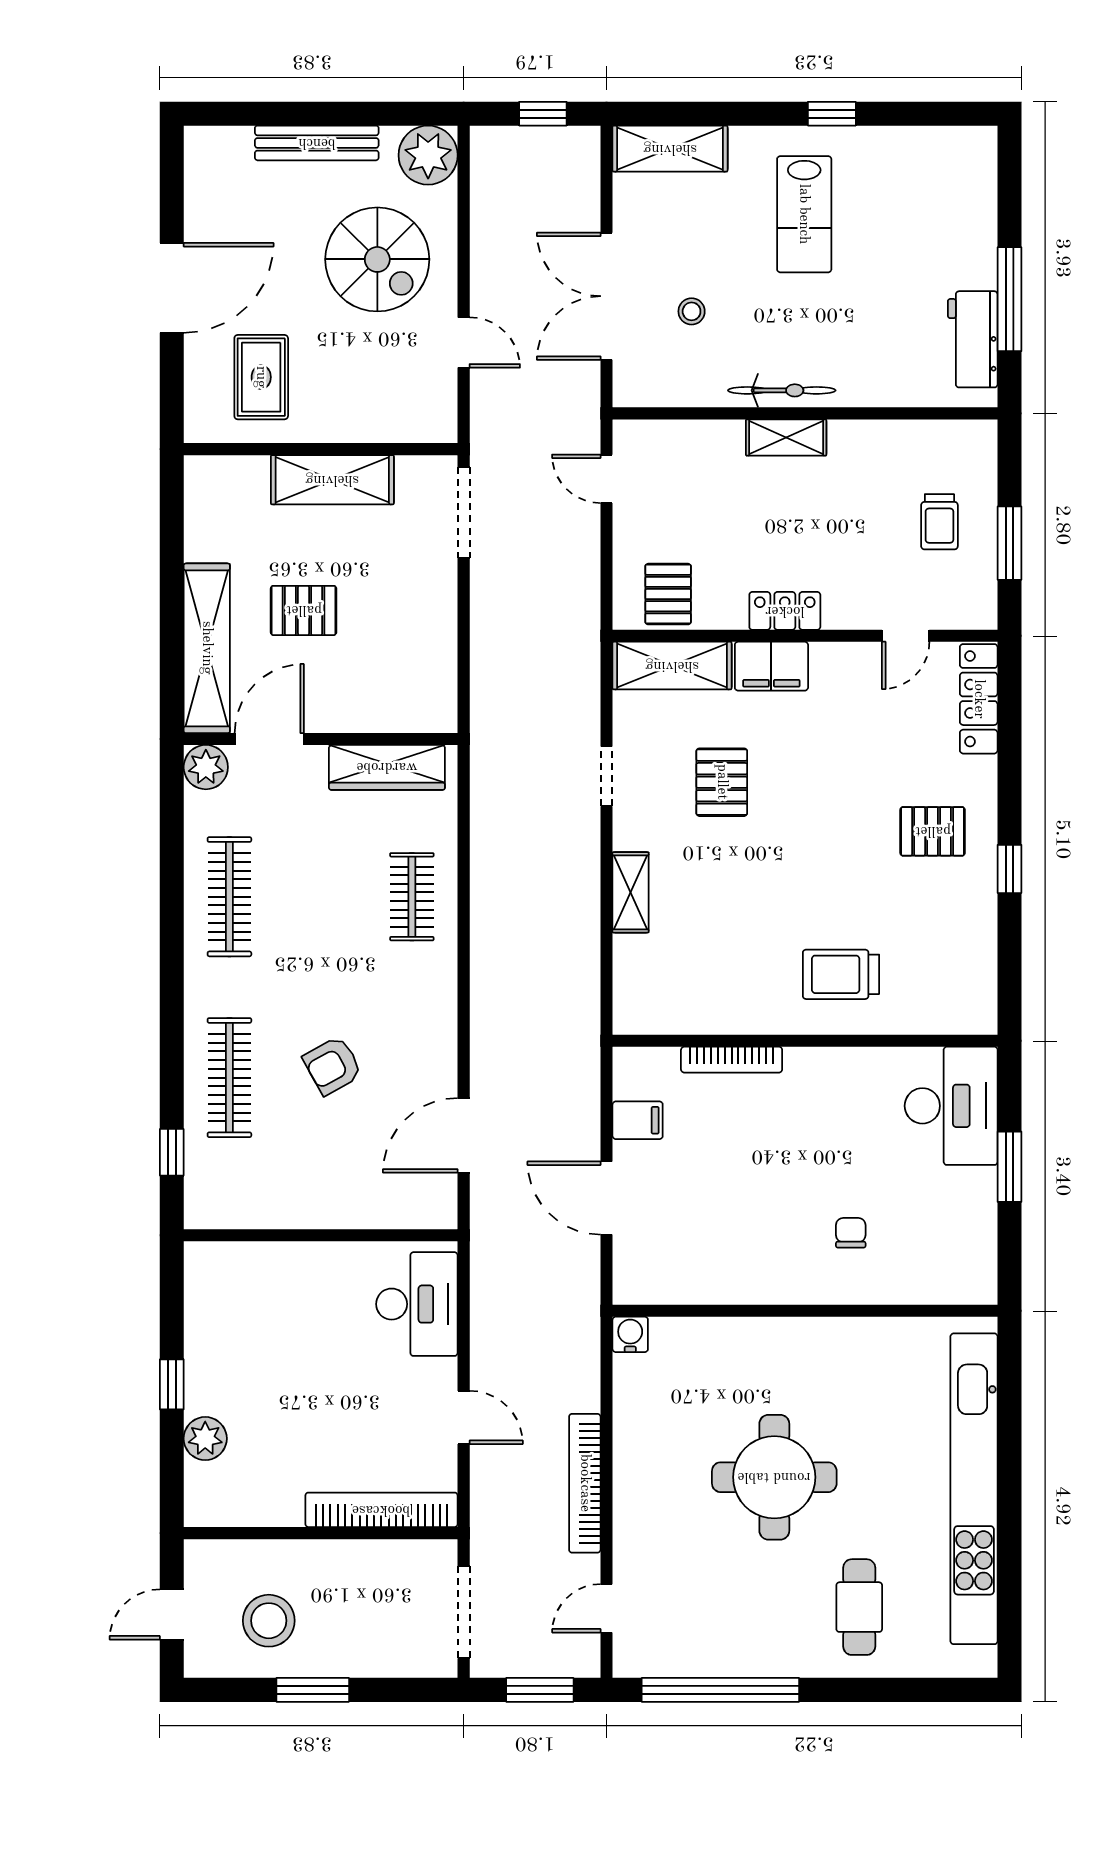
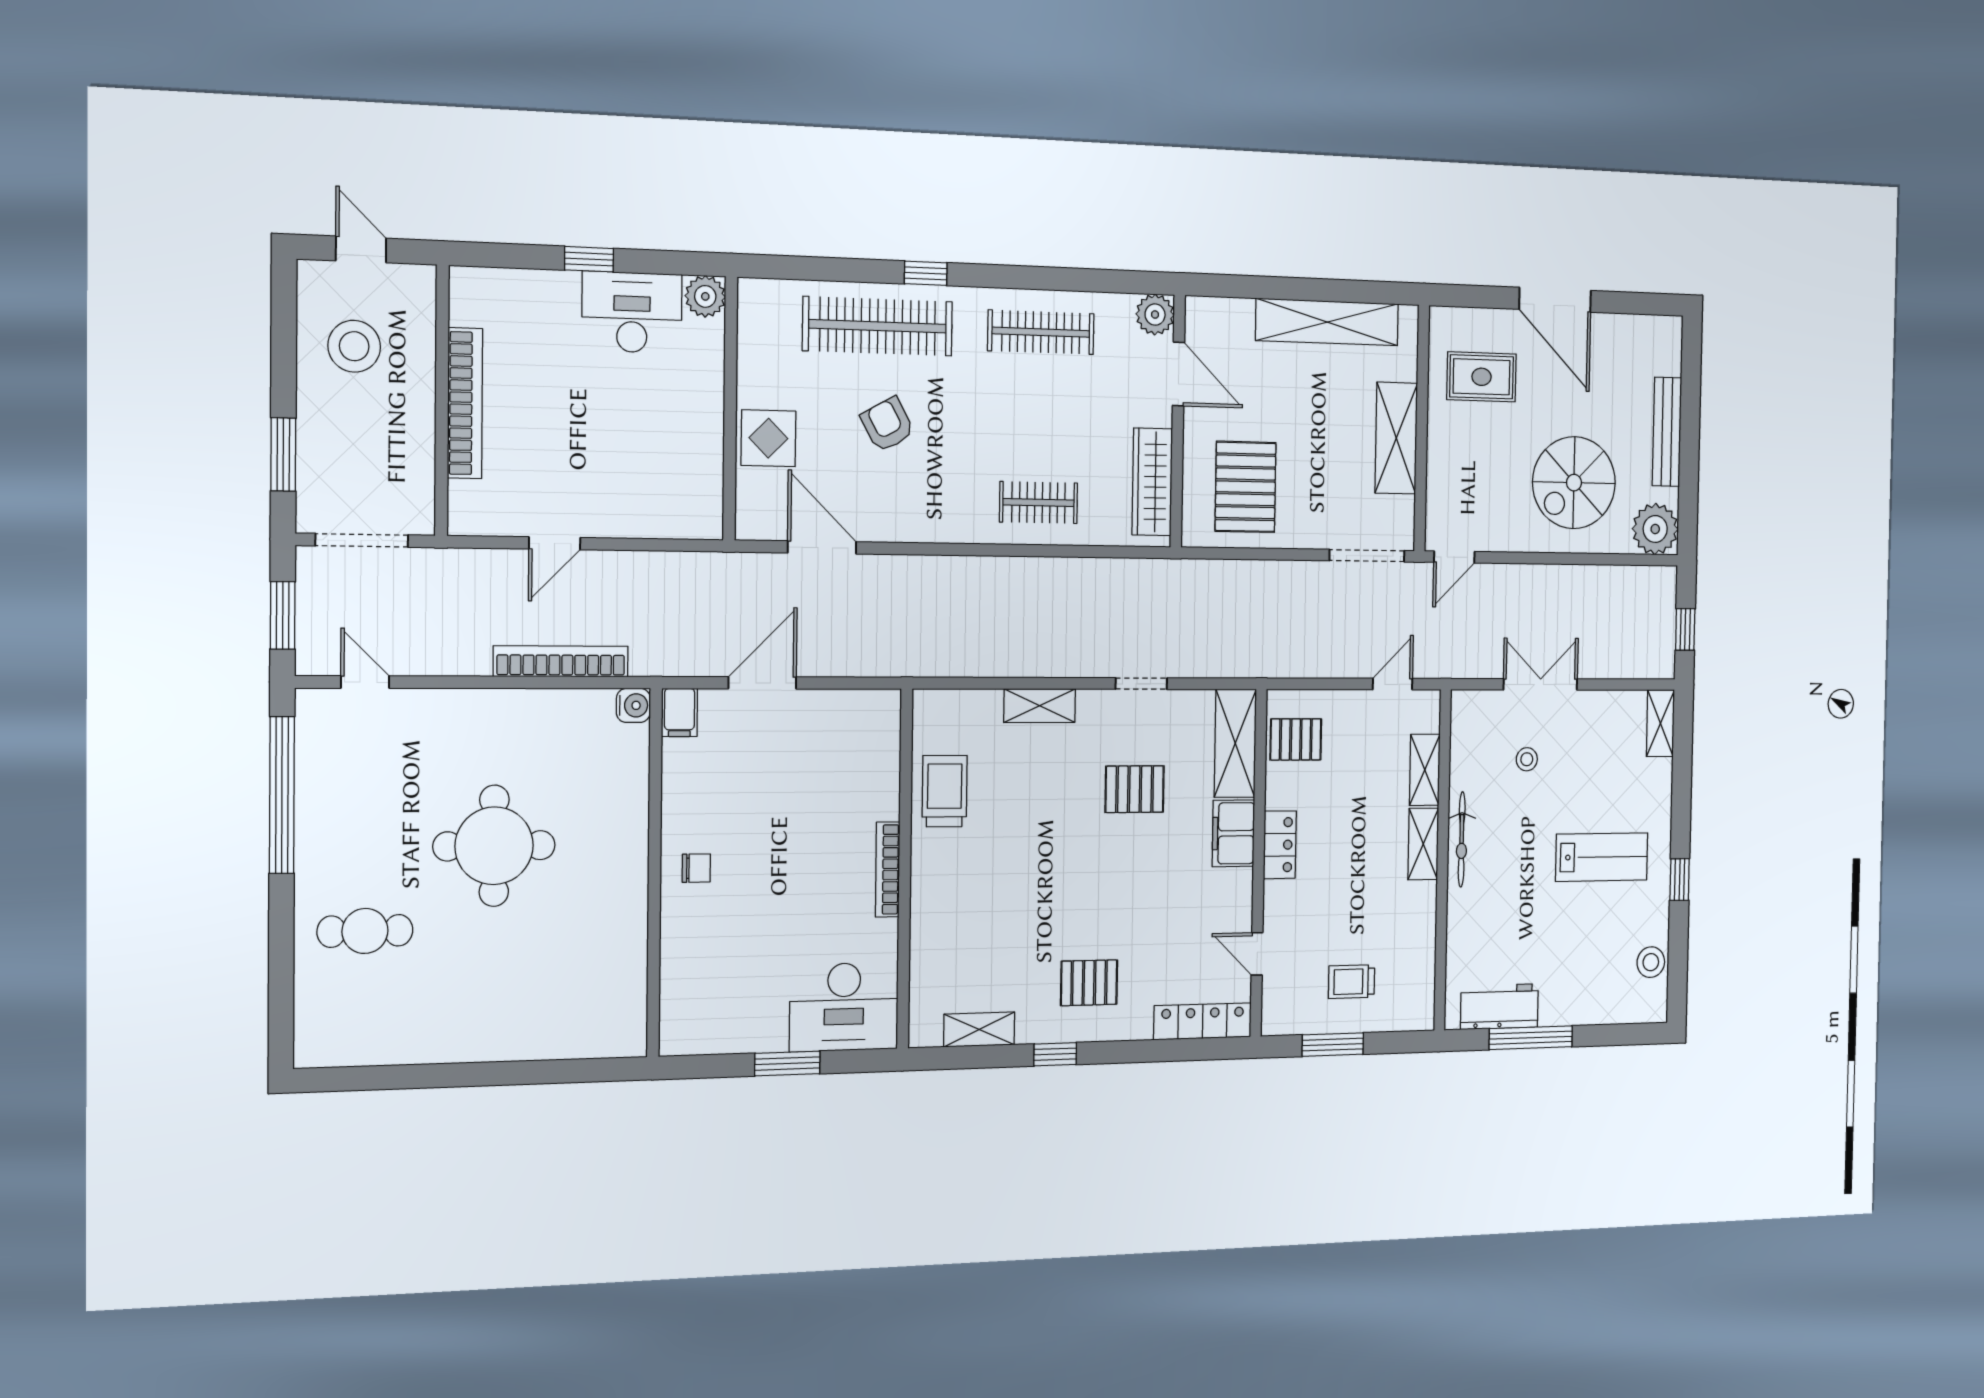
stool: (927, 148) -> (1651, 962), added
shelving: (670, 149) -> (1660, 723), width x0.67, depth x0.75
lab bench: (804, 214) -> (1602, 857), turned 180
double door: (607, 296) -> (1540, 684), width x0.73
door: (464, 342) -> (1454, 557), moved
shelving: (703, 437) -> (1425, 770), added
pallet: (304, 610) -> (1246, 487), moved, width x1.50, depth x1.42
shelving: (207, 648) -> (1327, 322), moved
pallet: (933, 831) -> (1089, 983), turned 90
shelving: (980, 955) -> (979, 1029), added
trolley: (841, 974) -> (945, 791), moved
bookcase: (732, 1060) -> (888, 869), moved
clothes rail: (229, 1078) -> (878, 326), width x1.37, depth x1.31
filing cabinet: (638, 1120) -> (679, 712), moved
window: (172, 1152) -> (926, 273), moved
display table: (350, 1194) -> (768, 438), added
chair: (851, 1233) -> (696, 868), moved
desk: (417, 1304) -> (632, 312), moved, turned 180
plant: (205, 1439) -> (705, 296), moved
bookcase: (585, 1483) -> (561, 661), moved
kitchen unit: (974, 1489) -> (481, 1040), removed
bookcase: (381, 1510) -> (465, 403), moved
window: (313, 1690) -> (283, 454), moved

